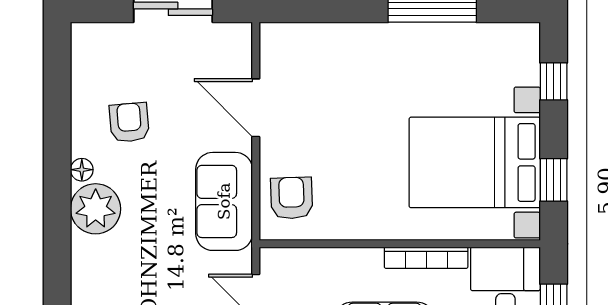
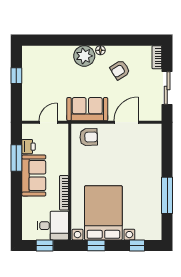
bookcase: (99, 33) -> (157, 57), added
armchair: (129, 122) -> (120, 70), turned 153

